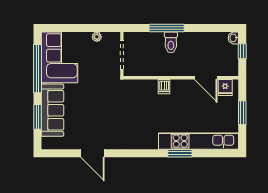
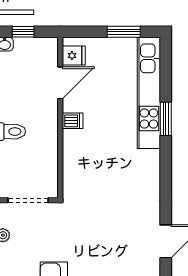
dishwasher: (164, 87) -> (73, 121), moved
window: (242, 113) -> (124, 32), moved

